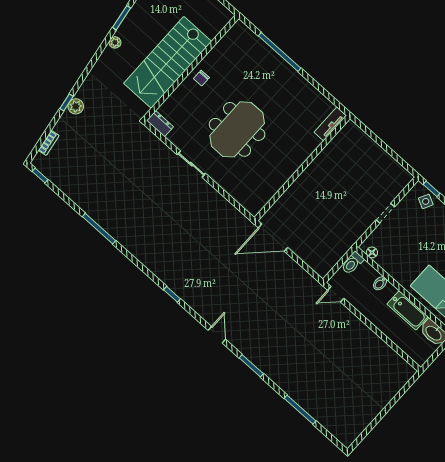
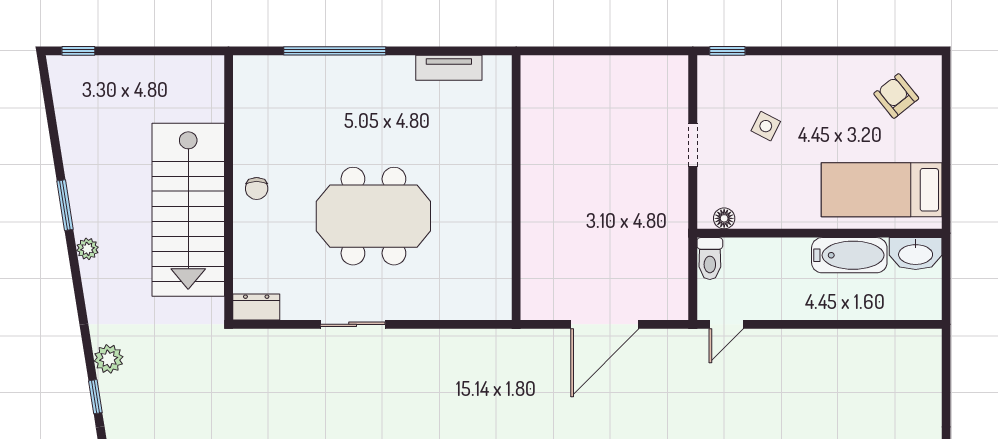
plant: (76, 106) -> (109, 359), moved
tv unit: (330, 124) -> (449, 68), moved, turned -90
meeting table: (237, 129) -> (373, 216), turned 90
side table: (426, 201) -> (766, 126), moved
door: (273, 238) -> (605, 324), moved
bidet: (380, 283) -> (775, 252), removed

